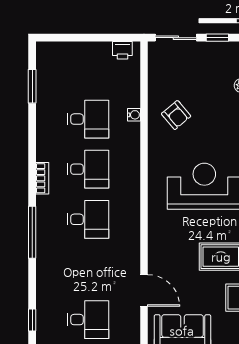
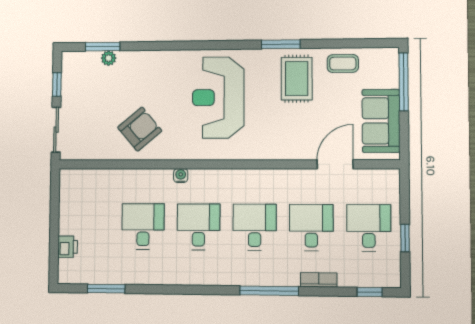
printer: (122, 50) -> (68, 247), moved
water cooler: (134, 115) -> (181, 176), moved
armchair: (176, 115) -> (140, 129), width x1.38, depth x1.38
bookcase: (42, 178) -> (319, 280), moved
desk: (88, 269) -> (311, 227), added

